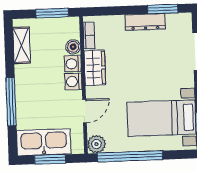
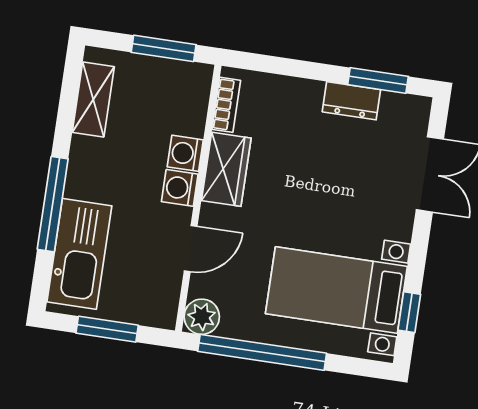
dresser: (145, 22) -> (351, 101), width x0.70
boiler: (73, 47) -> (192, 121), removed
kitchen sink: (44, 142) -> (79, 254), moved, turned 90

